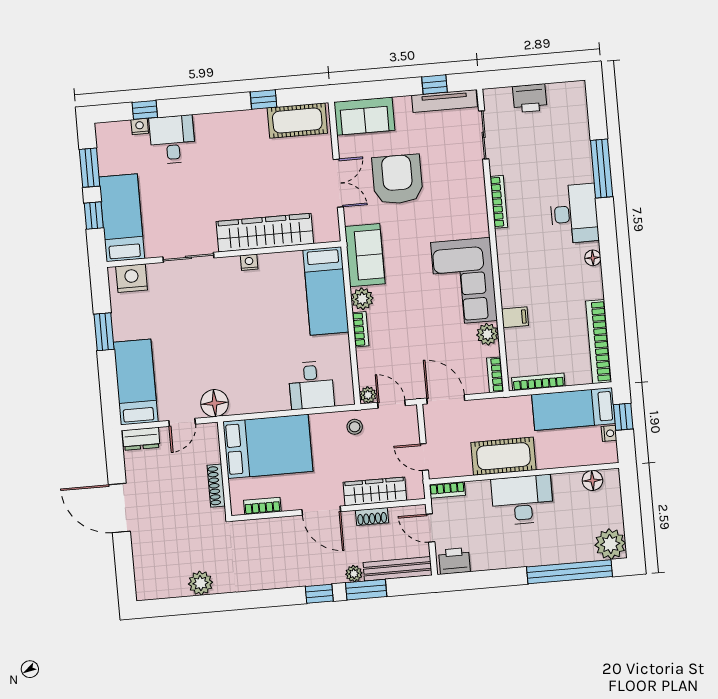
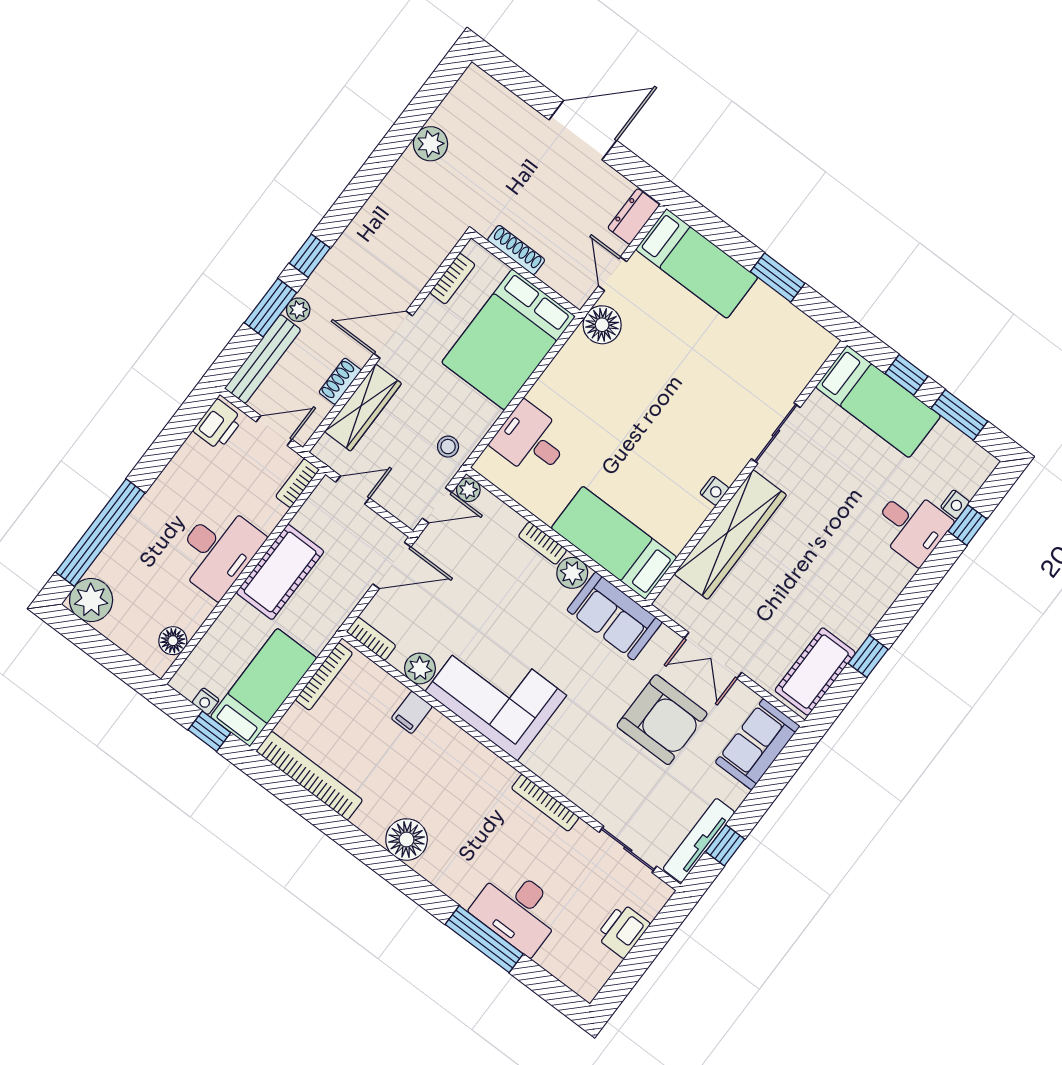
desk: (574, 214) -> (518, 910), moved
floor lamp: (593, 258) -> (407, 840), width x1.89, depth x1.89
nightstand: (132, 278) -> (807, 356), removed

